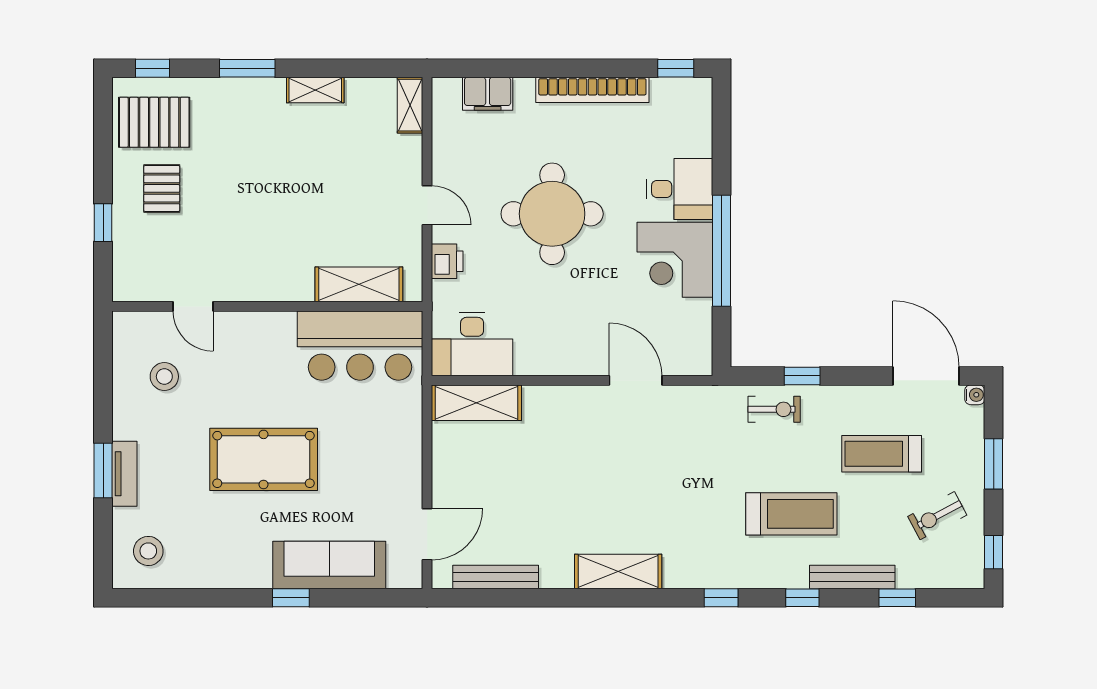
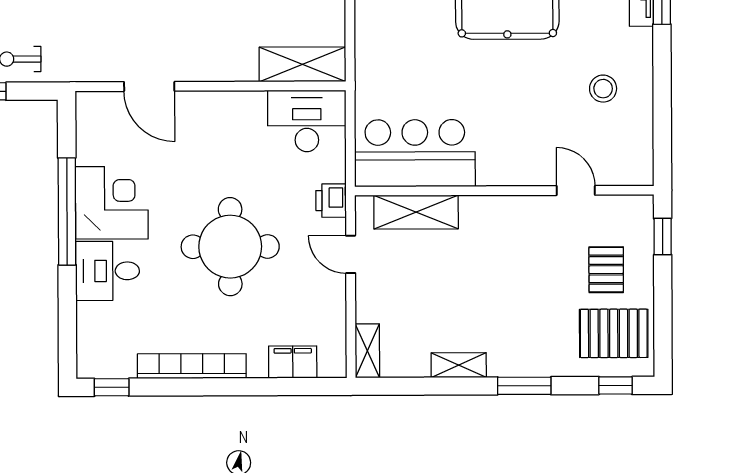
shelving: (359, 284) -> (416, 212), moved
door: (193, 306) -> (576, 190), moved
wall: (267, 306) -> (504, 191), moved
bar counter: (360, 346) -> (415, 153), moved

